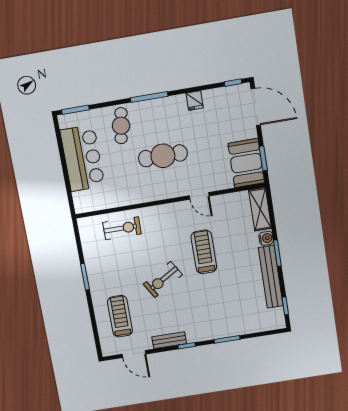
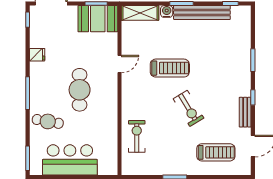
treadmill: (204, 252) -> (170, 68), turned 180
treadmill: (120, 316) -> (216, 152), turned 180

